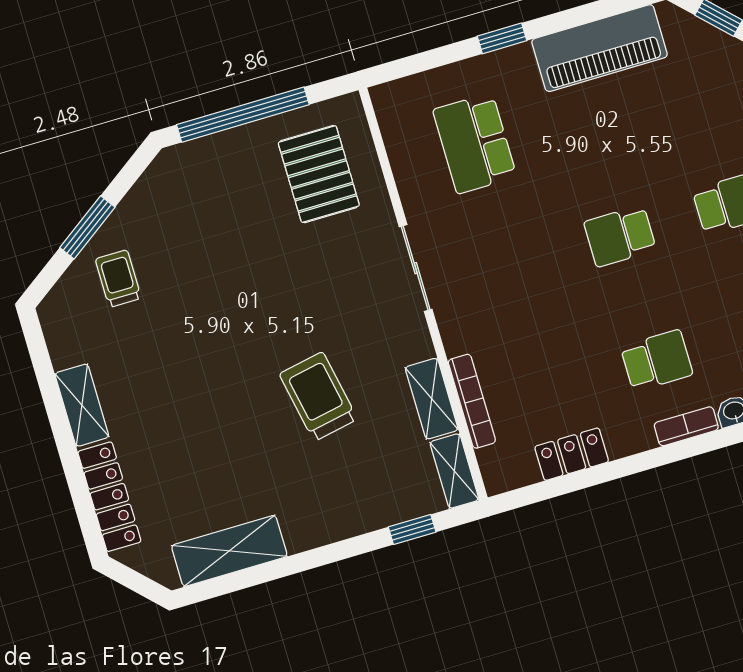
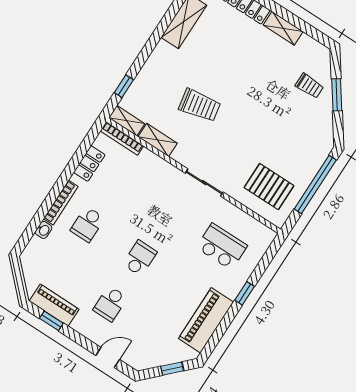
bookcase: (472, 401) -> (122, 138), moved
bookcase: (686, 426) -> (61, 202), width x1.56

